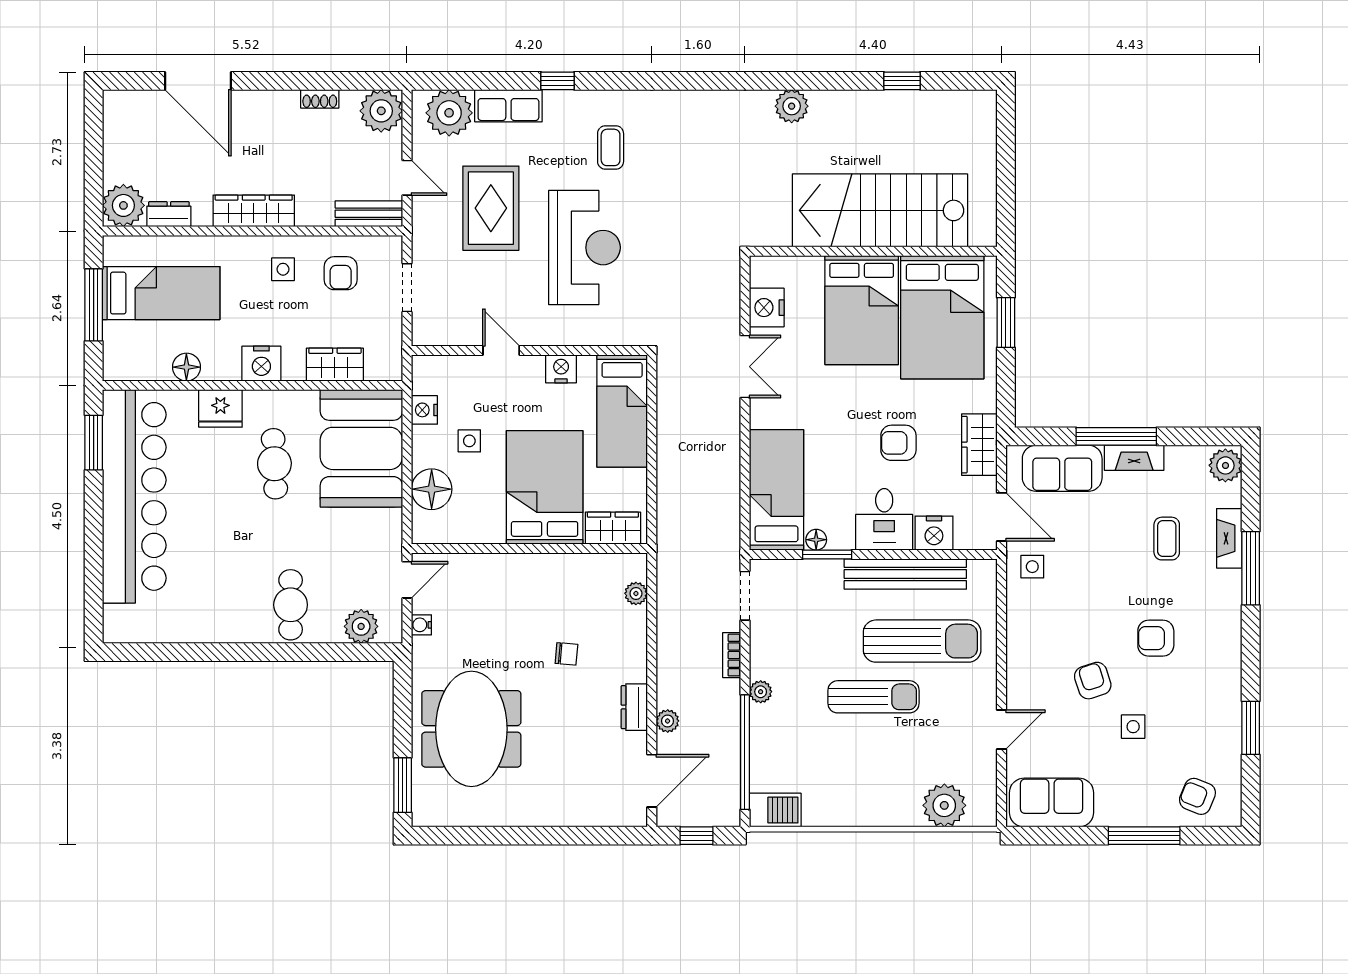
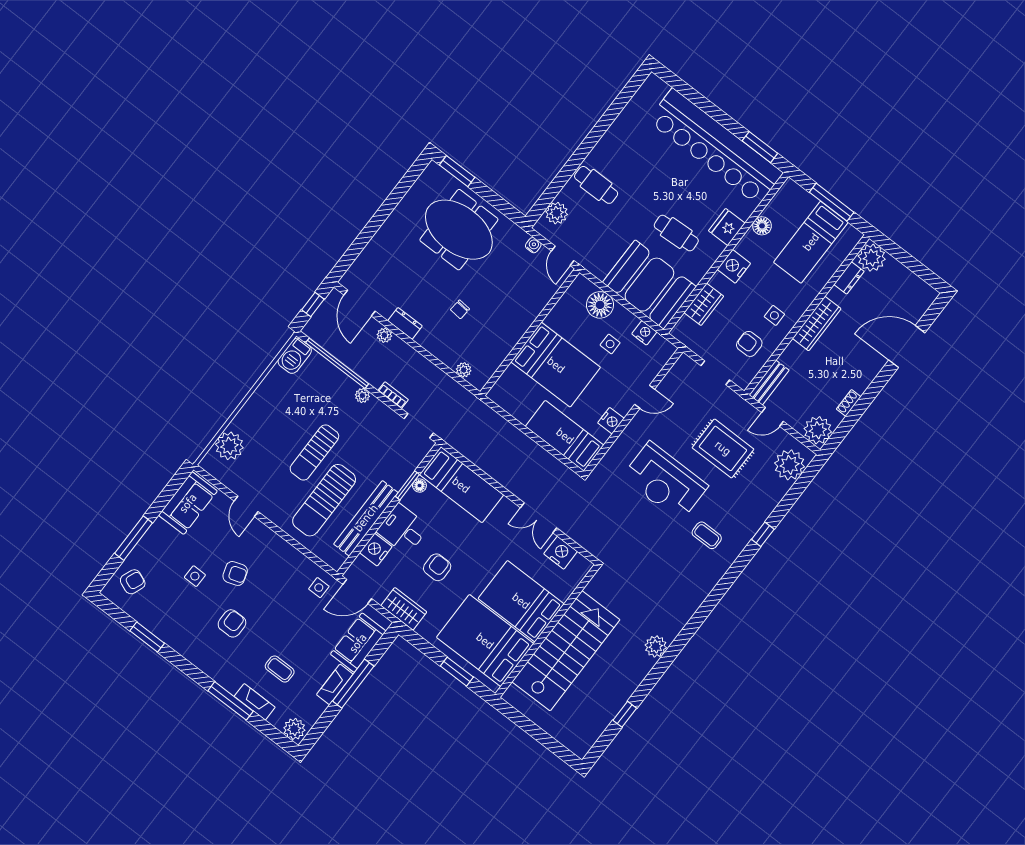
row of seats: (508, 106) -> (769, 499), removed
wardrobe: (613, 528) -> (507, 384), removed

